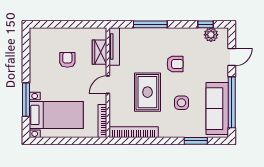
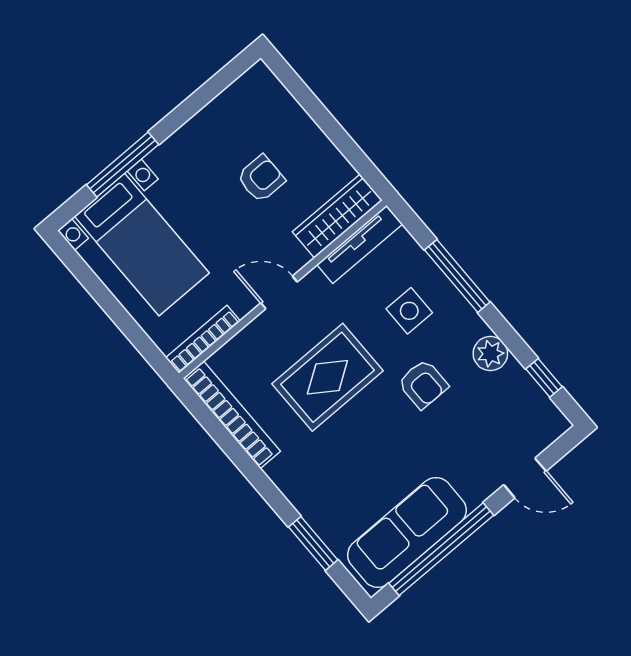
plant: (211, 35) -> (490, 354), moved
wardrobe: (100, 52) -> (337, 216), width x1.50
side table: (182, 103) -> (409, 311), moved

